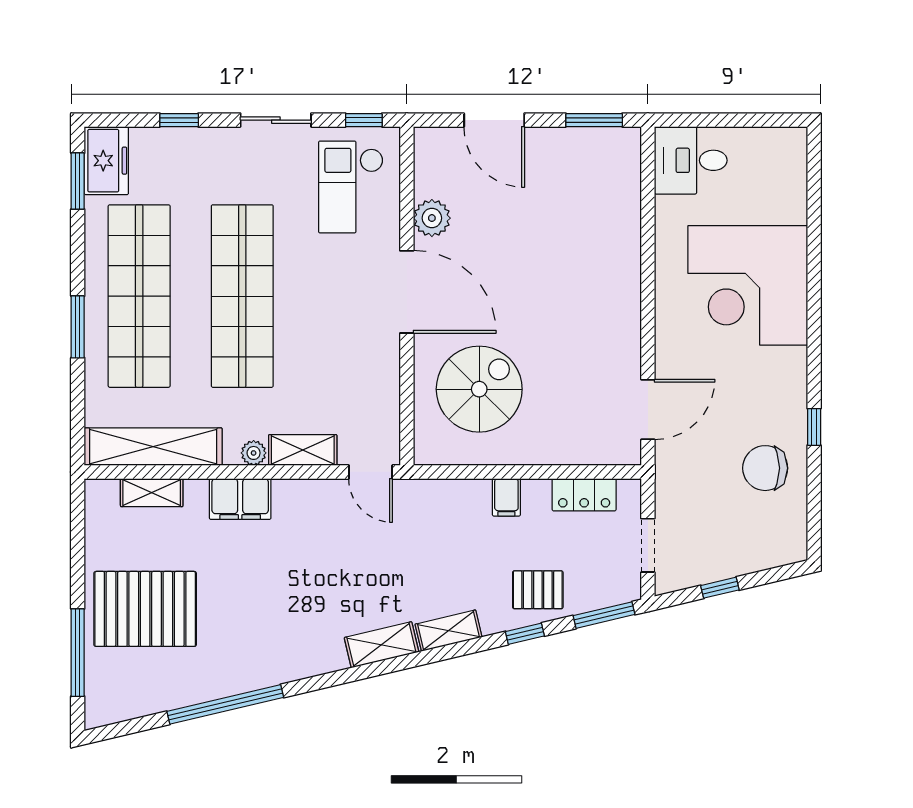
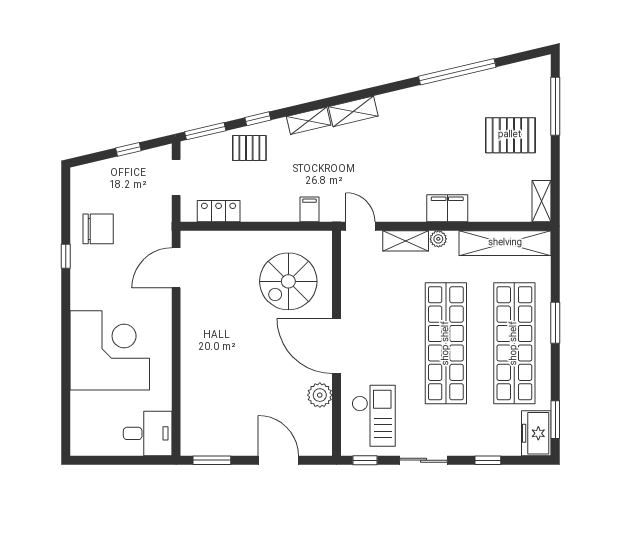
shelving: (152, 493) -> (542, 201), moved, turned 90
filing cabinet: (506, 497) -> (309, 209), moved
pallet: (145, 609) -> (510, 135), width x0.73, depth x0.71

